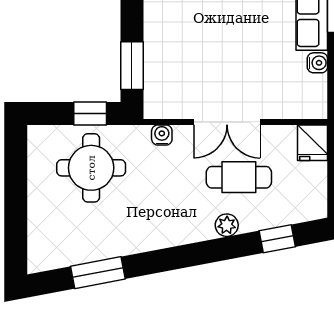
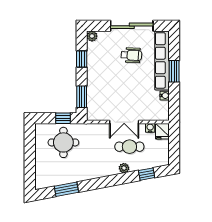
water cooler: (162, 135) -> (150, 128), moved

